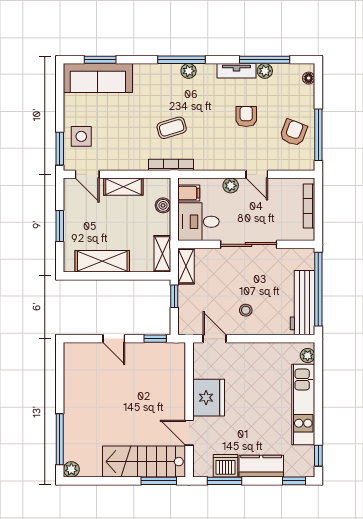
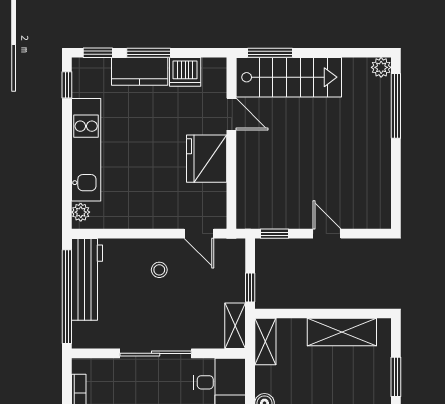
window: (225, 481) -> (149, 53), moved

